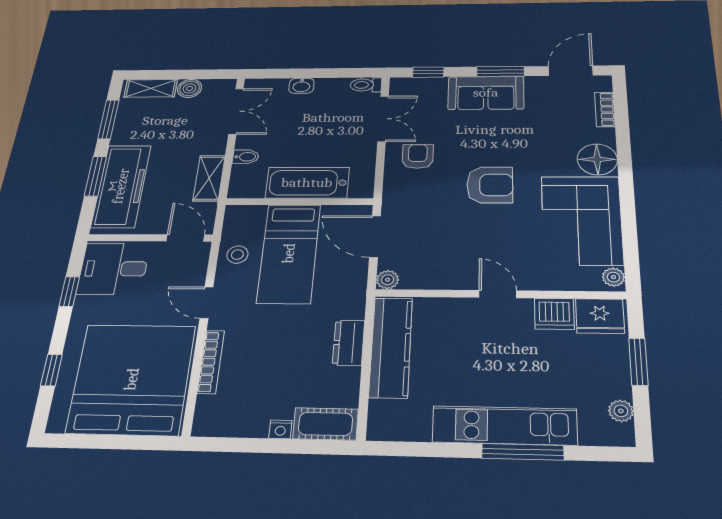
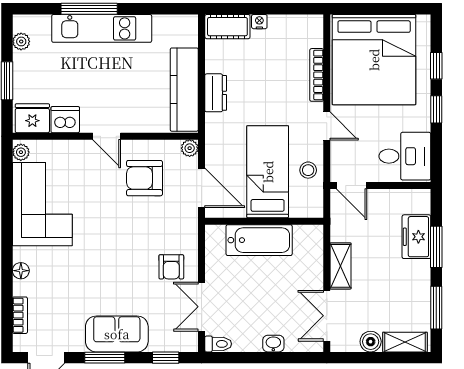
bidet: (246, 157) -> (313, 267), removed
floor lamp: (597, 159) -> (21, 271), width x0.53, depth x0.53
shelving: (209, 178) -> (341, 266), moved
armchair: (490, 185) -> (144, 178), moved
freezer: (121, 186) -> (416, 237), width x0.52, depth x0.79
window: (69, 292) -> (436, 109), moved

